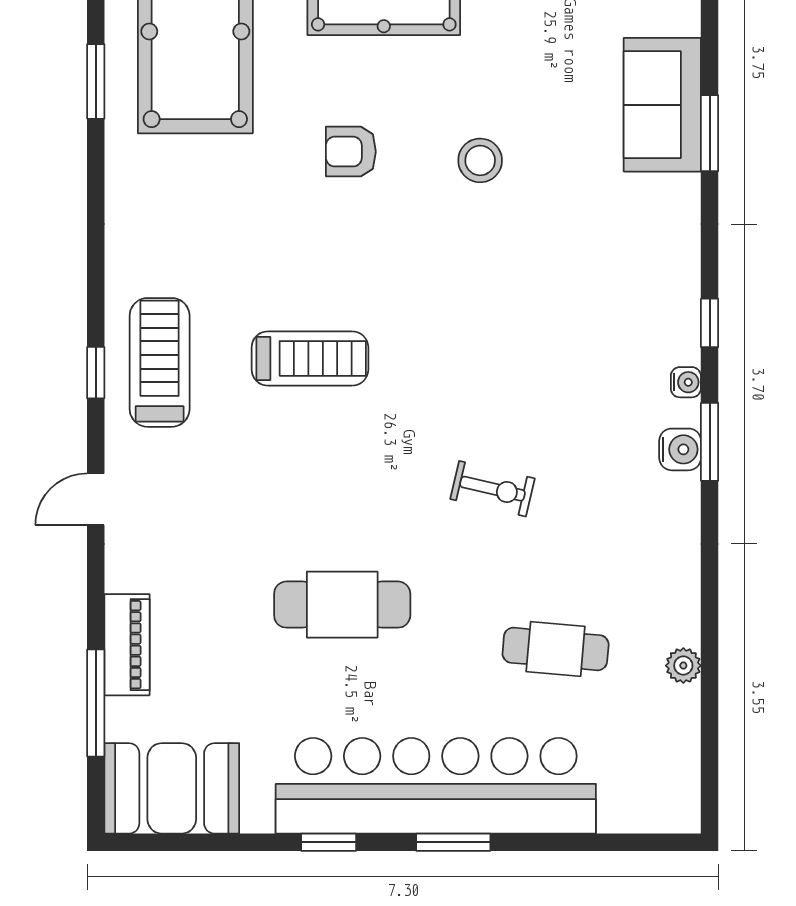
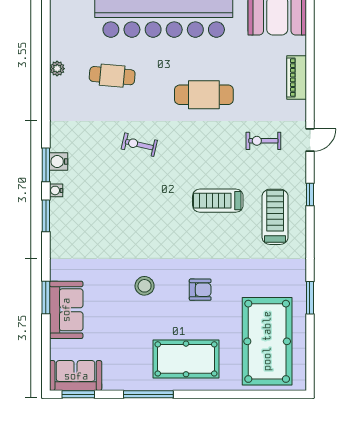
window: (96, 81) -> (310, 298), moved
window: (710, 323) -> (46, 216), width x1.50
treadmill: (160, 362) -> (275, 217), moved, turned 180
exercise bike: (204, 498) -> (263, 141), added
window: (96, 703) -> (310, 52), removed

